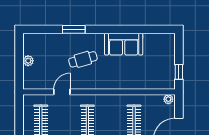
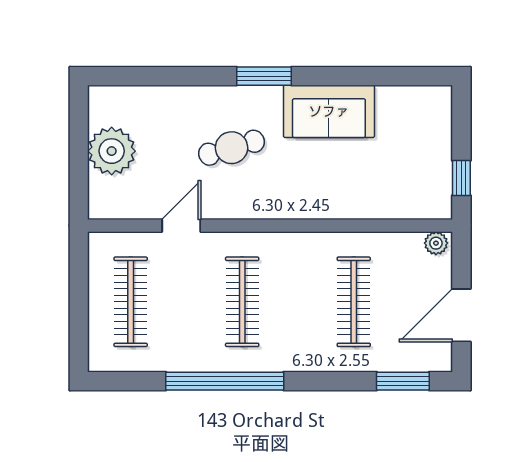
window: (74, 29) -> (264, 76), moved
plant: (28, 61) -> (112, 151), width x1.87, depth x1.87

